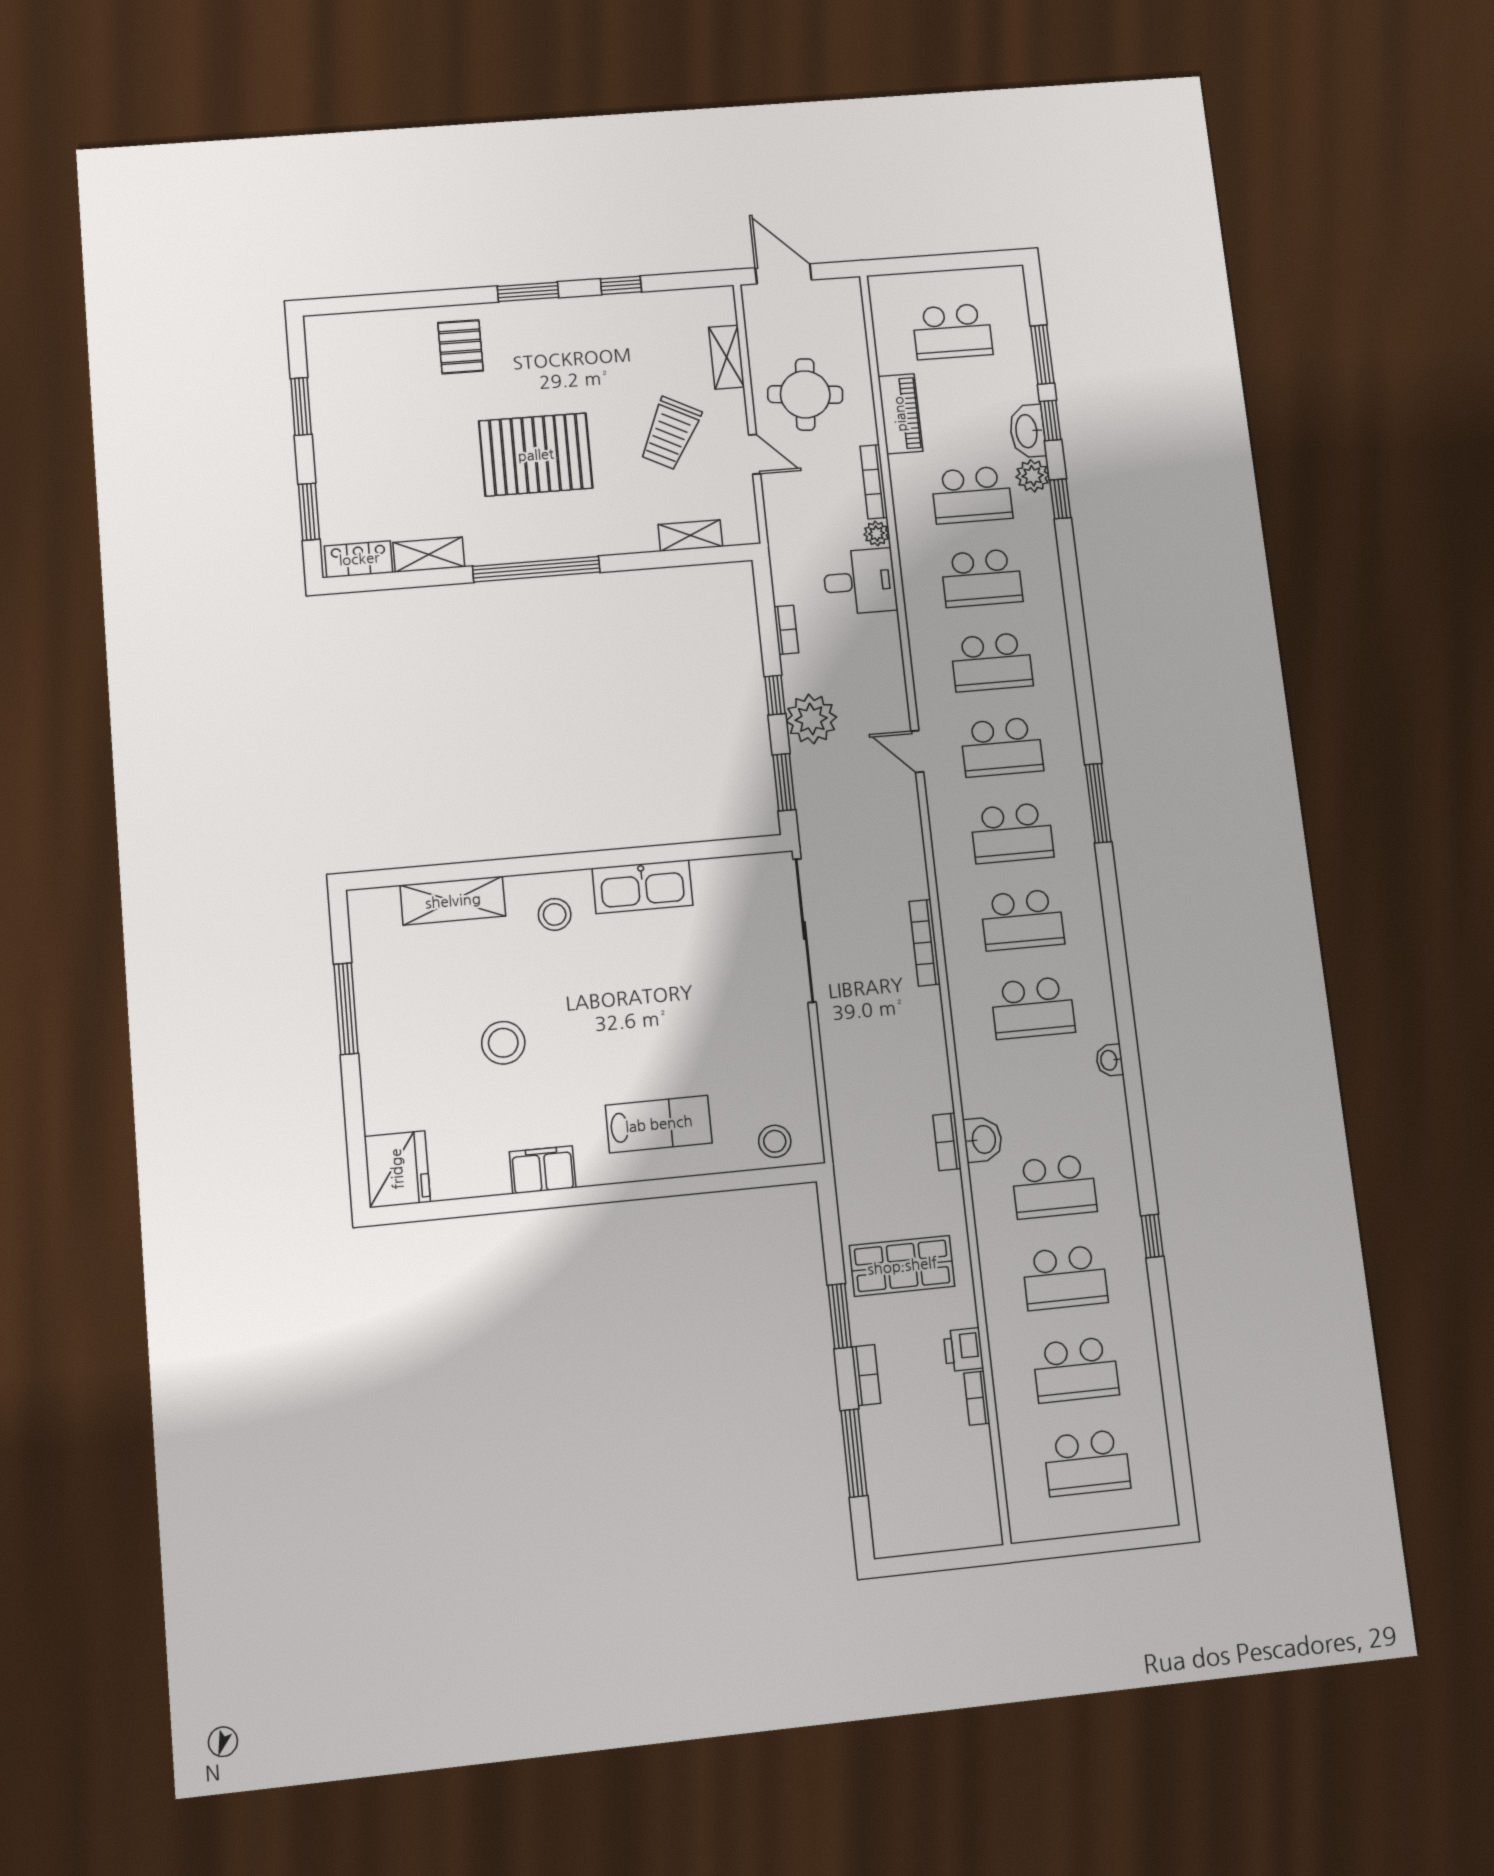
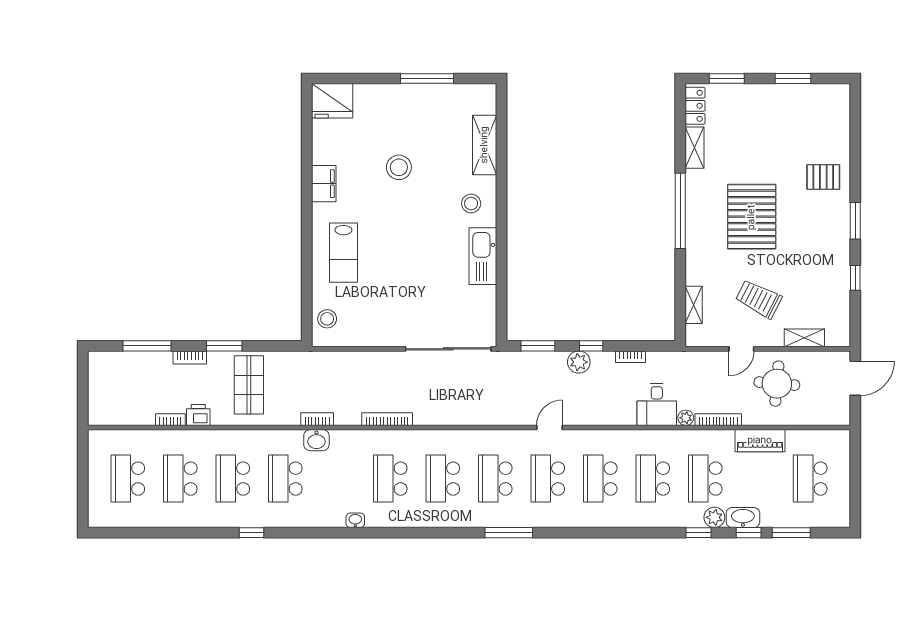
plant: (811, 719) -> (579, 362), width x0.73, depth x0.73
bookcase: (925, 943) -> (387, 419), moved

